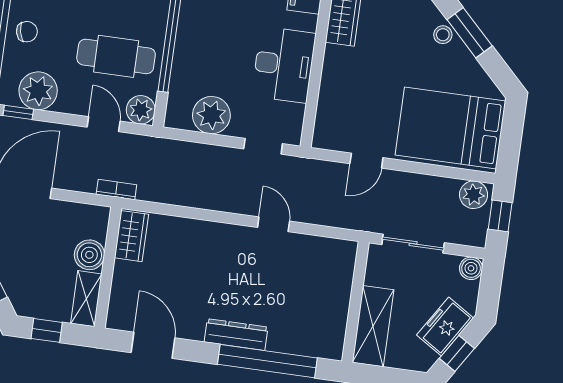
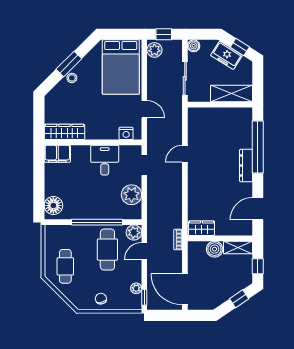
desk: (284, 65) -> (105, 160), width x0.73
plant: (38, 91) -> (136, 288), width x0.53, depth x0.53
nightstand: (326, 121) -> (126, 133), added

